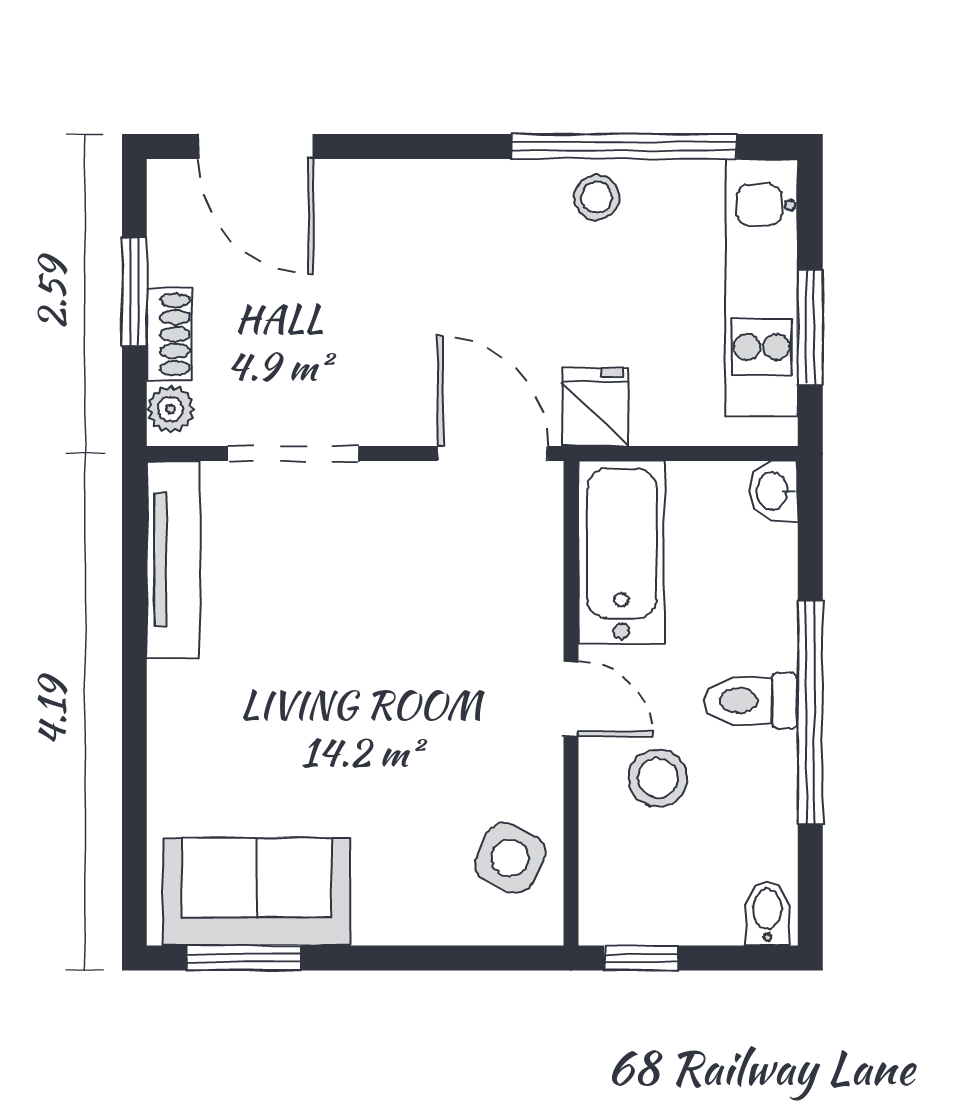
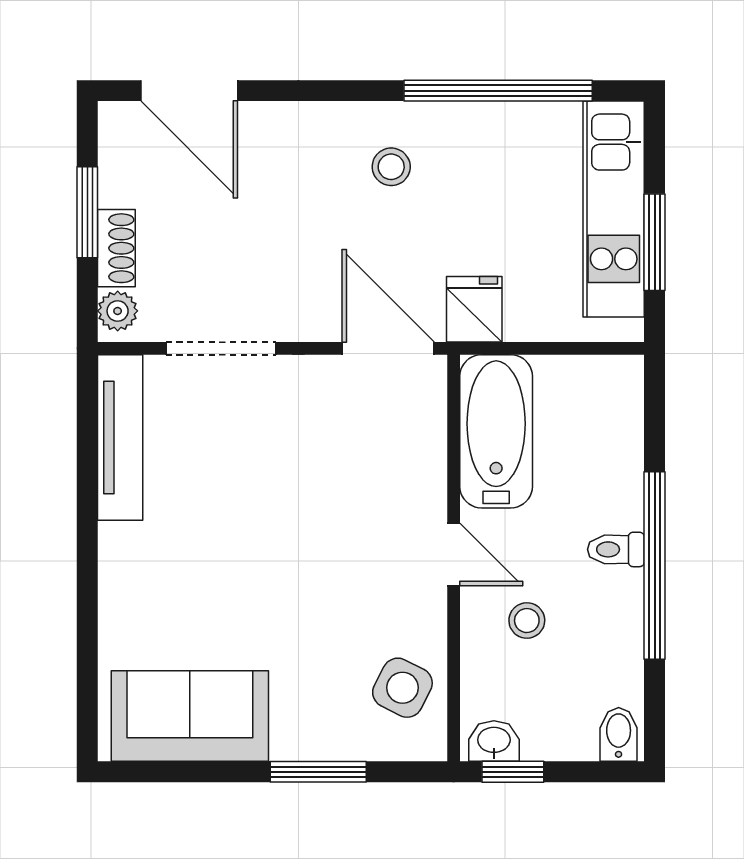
stool: (597, 197) -> (391, 167), moved
washbasin: (774, 491) -> (494, 741), moved, turned 90
toilet: (751, 701) -> (616, 549), width x0.73, depth x0.72
stool: (658, 778) -> (527, 621), width x0.73, depth x0.73
window: (244, 958) -> (318, 772), moved

